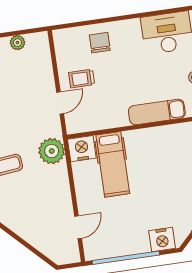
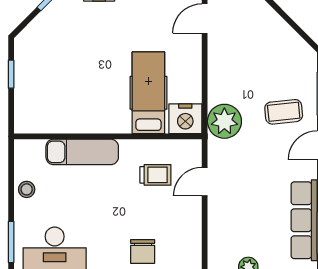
trolley: (82, 79) -> (155, 175), moved

